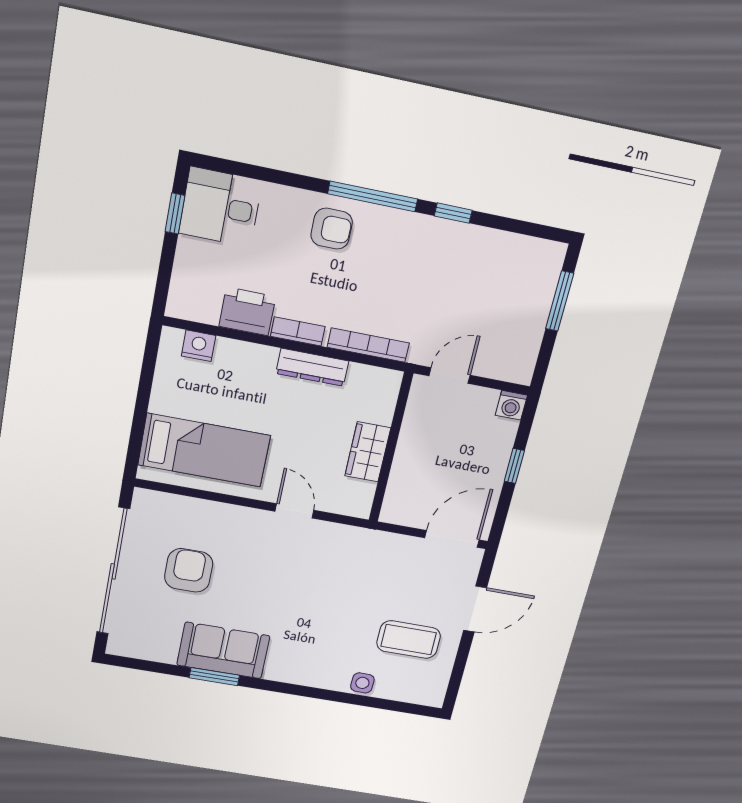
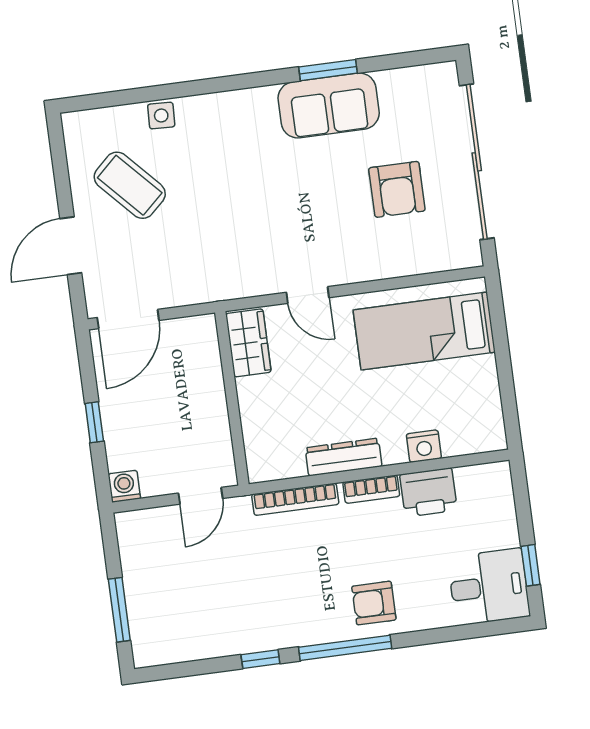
nightstand: (199, 346) -> (424, 446), moved
wardrobe: (368, 452) -> (248, 343), moved
coffee table: (409, 640) -> (130, 185), turned 47

